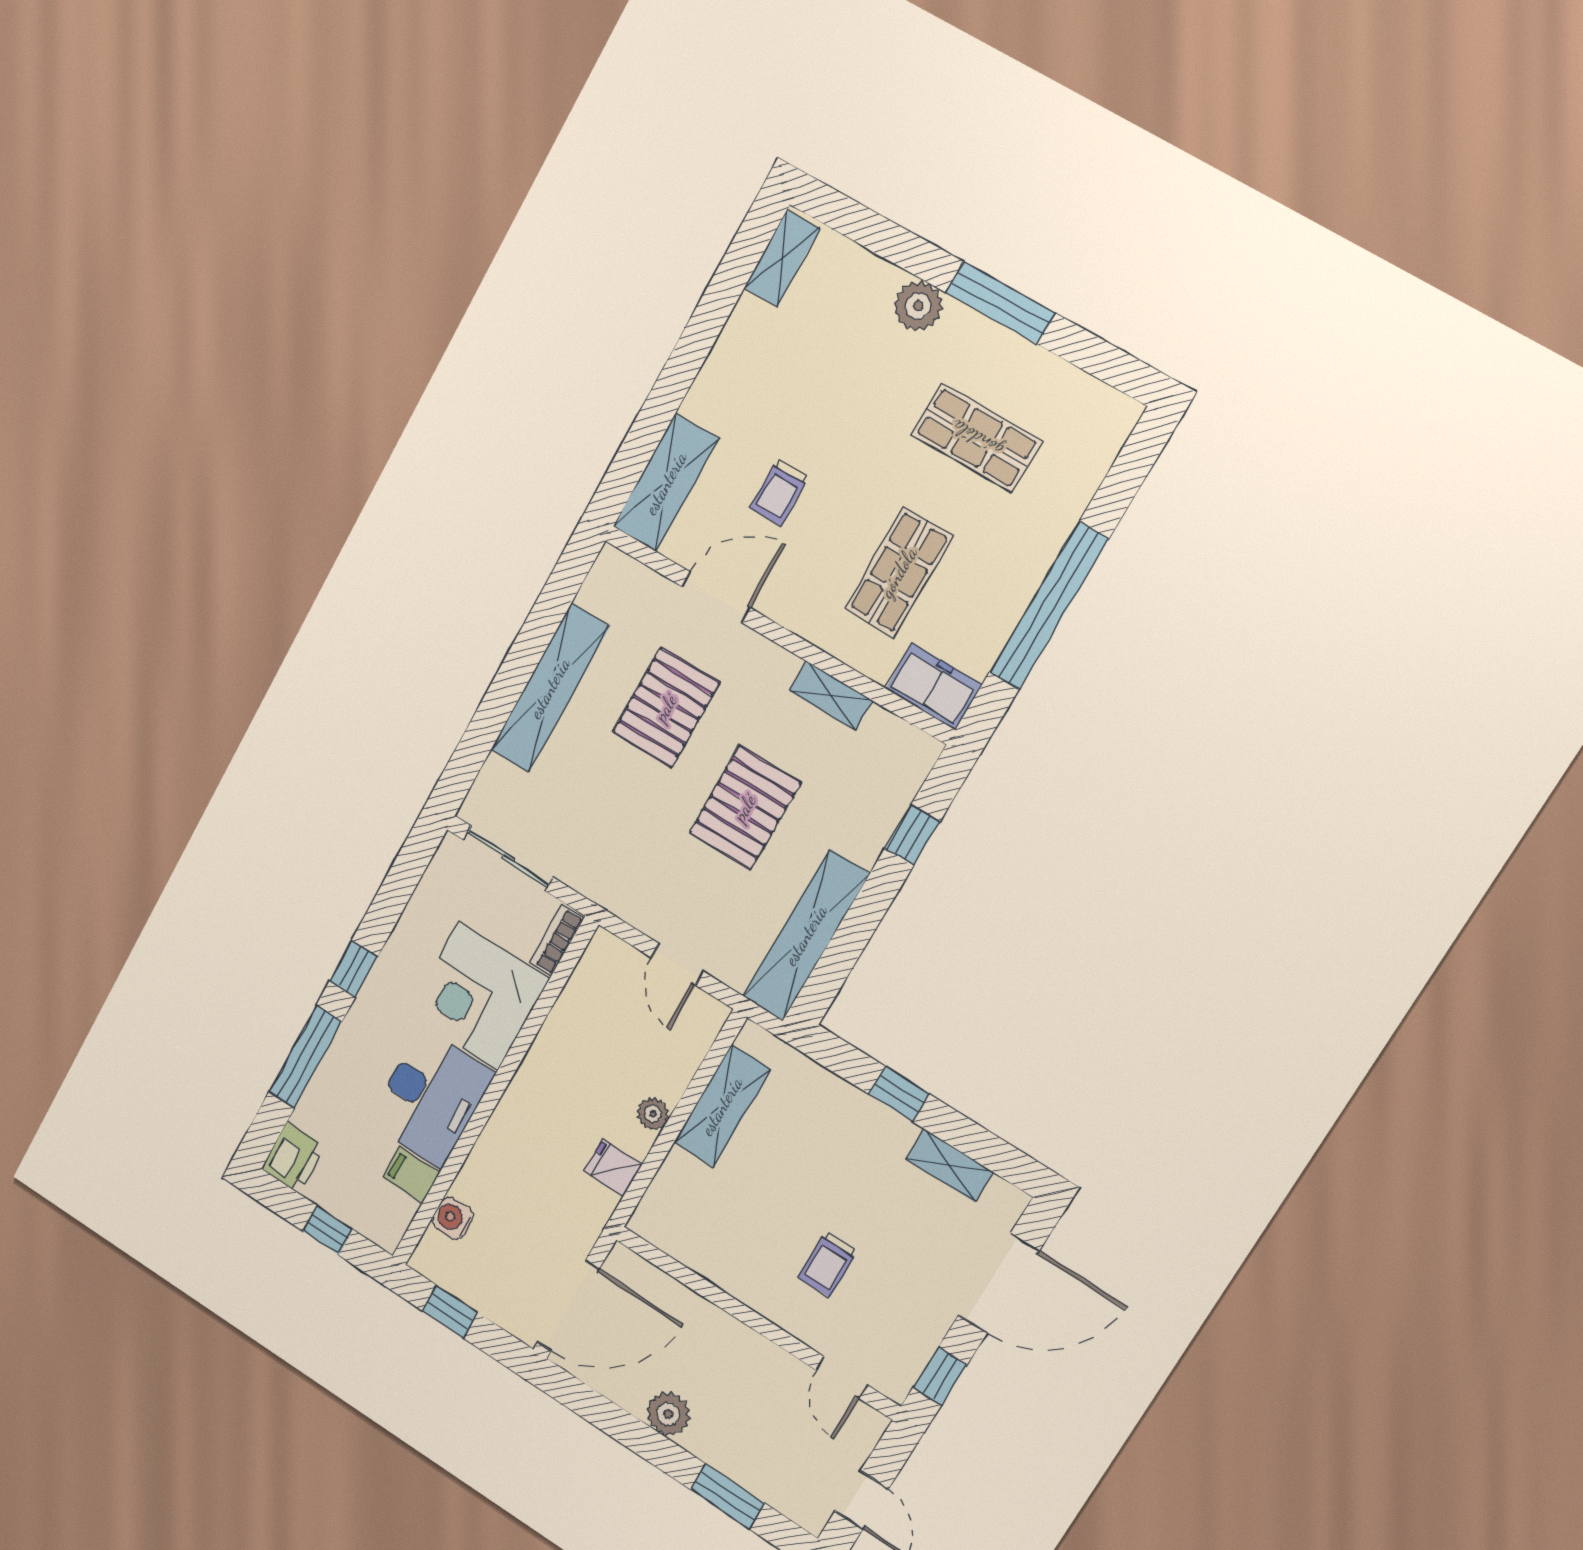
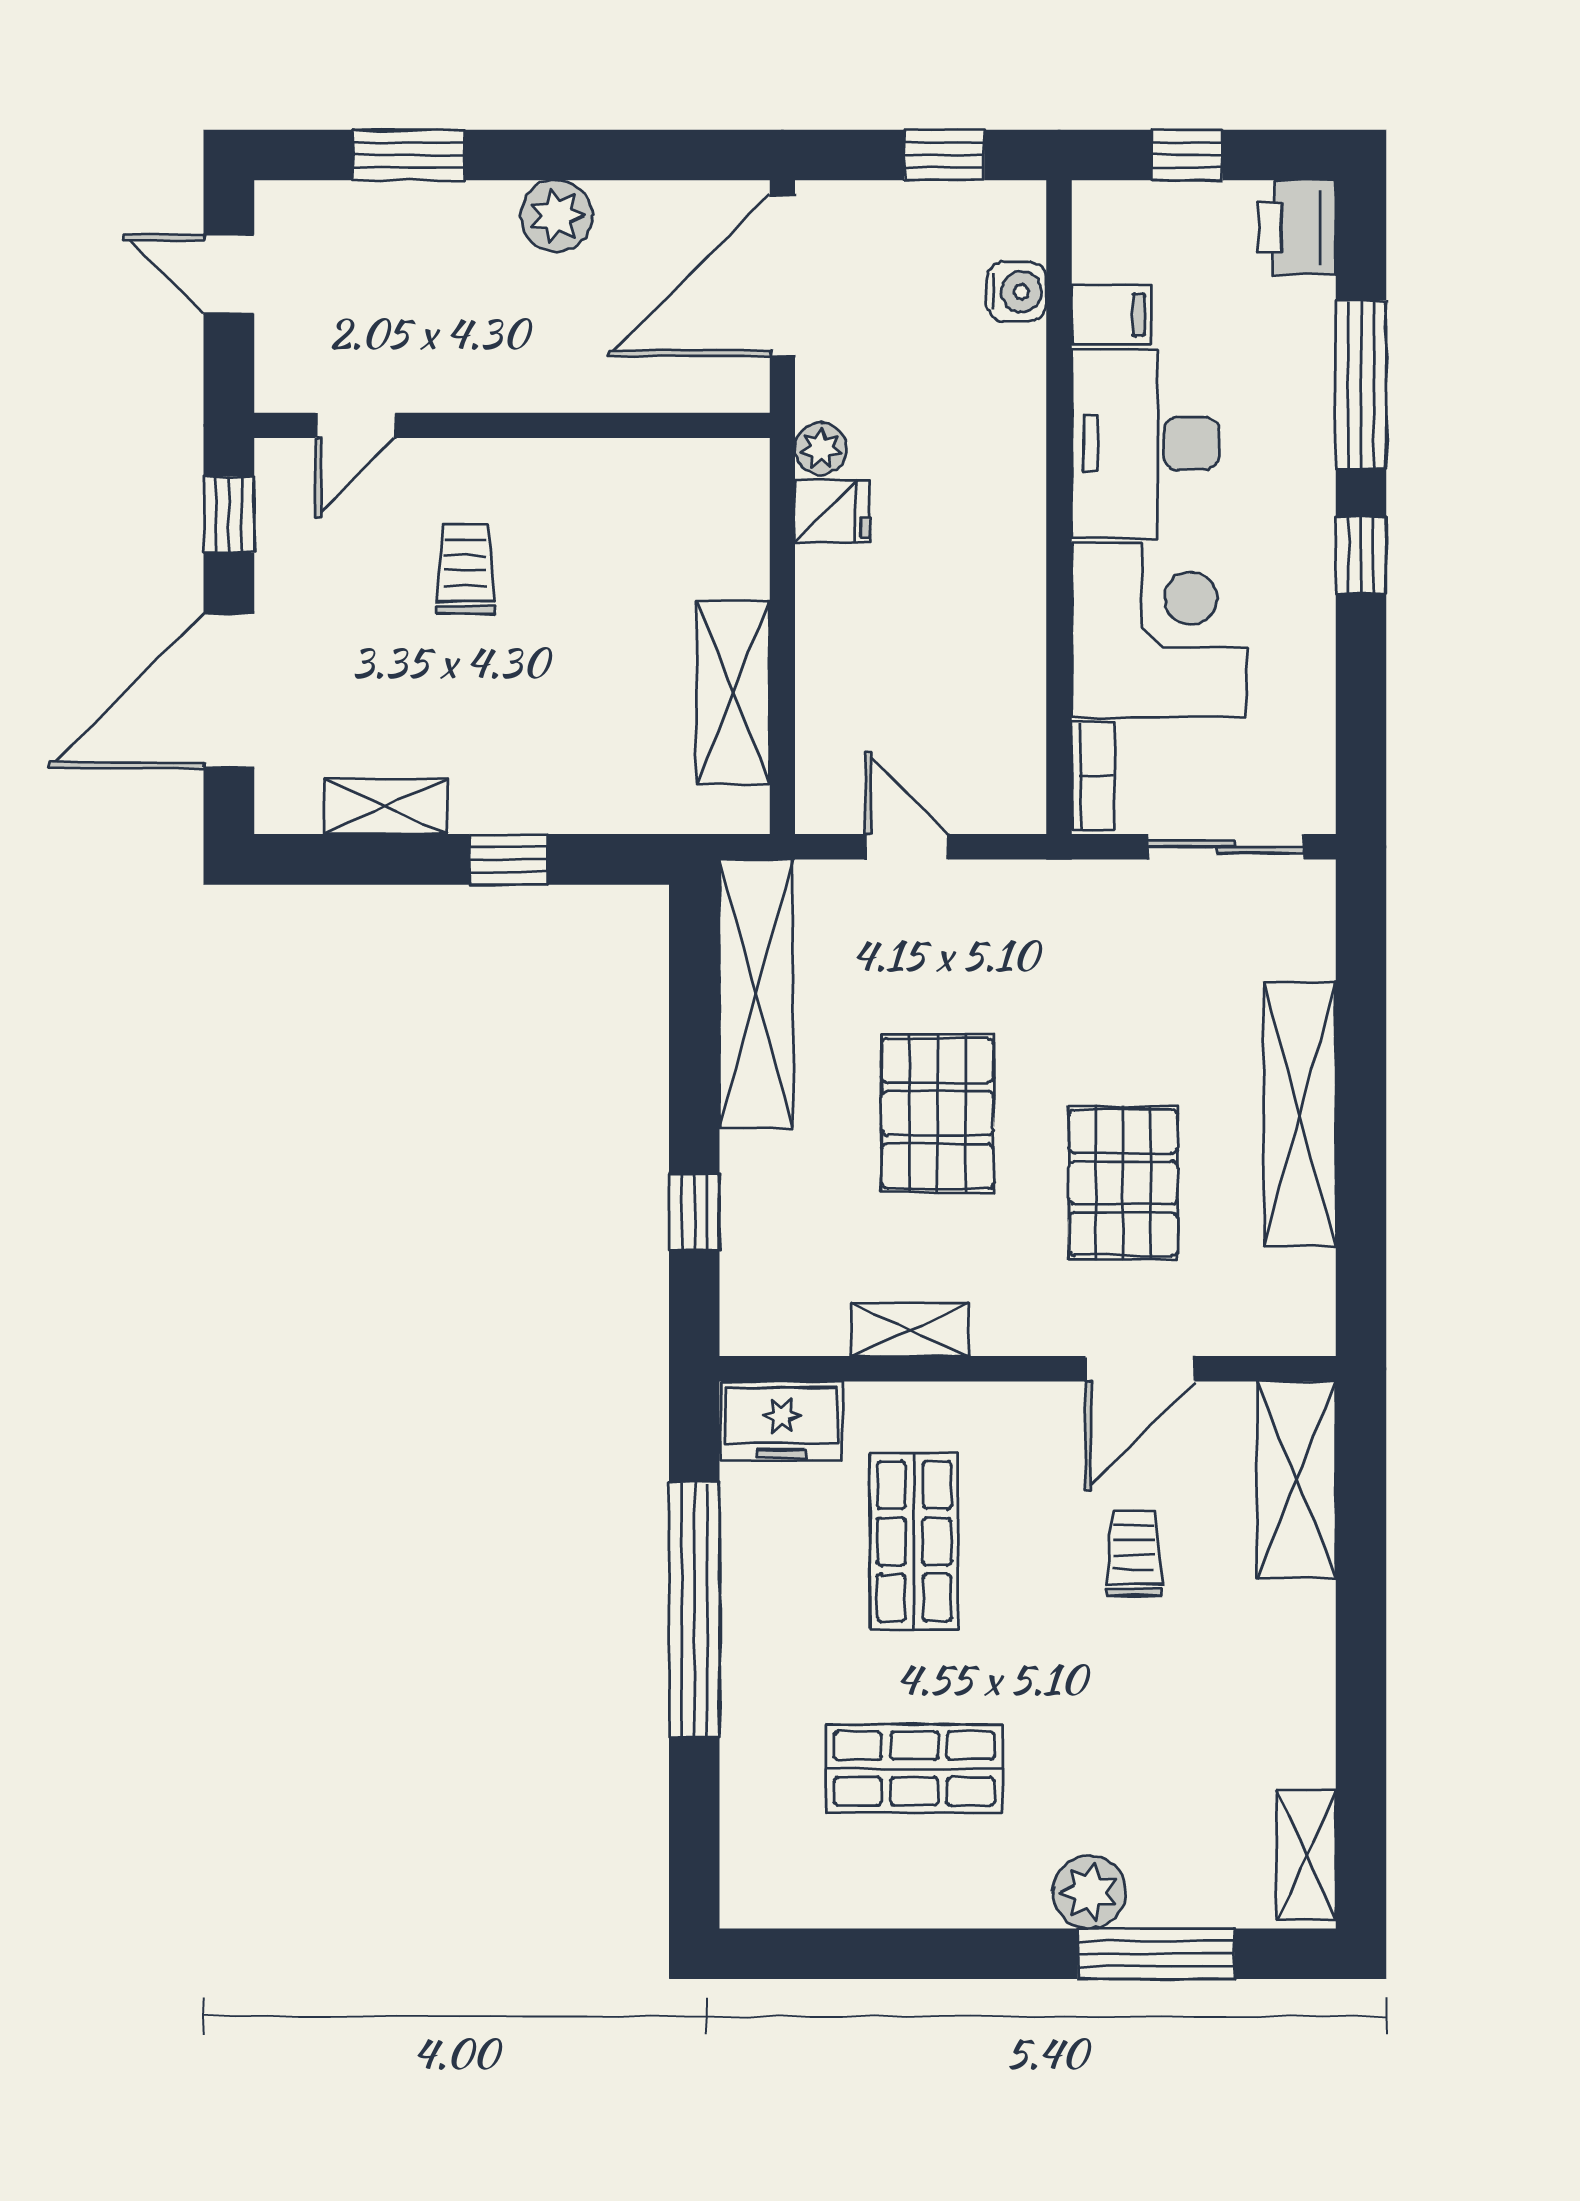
window: (1000, 303) -> (1156, 1954), moved
plant: (653, 1114) -> (821, 449), moved
door: (842, 1377) -> (355, 425), swing flipped

